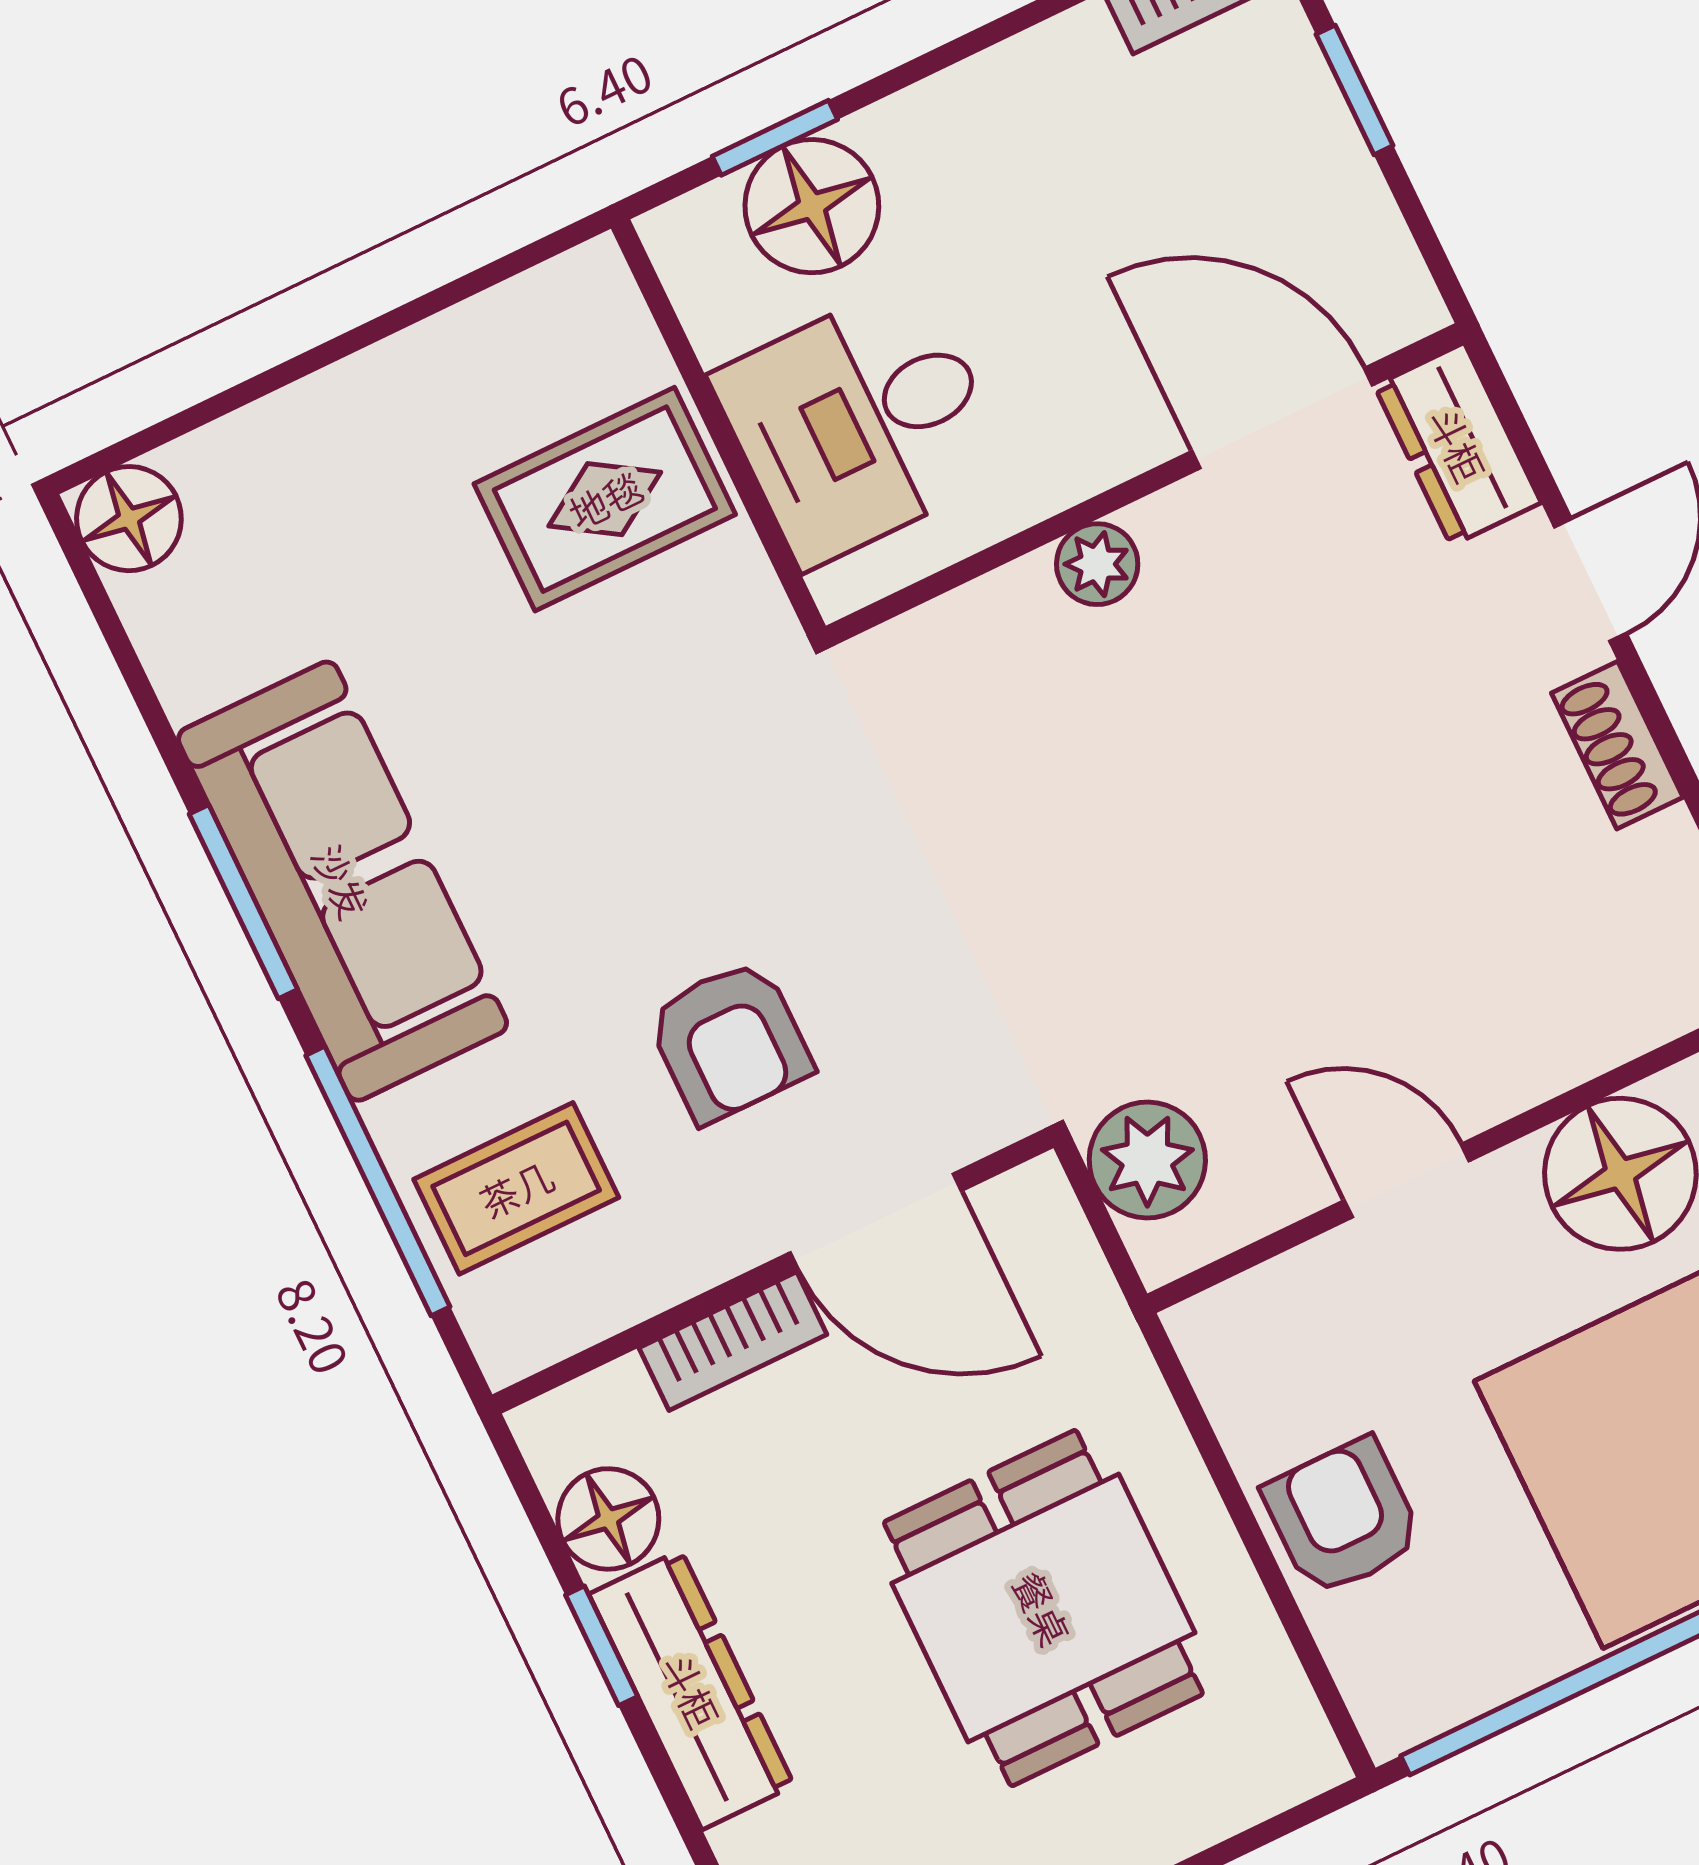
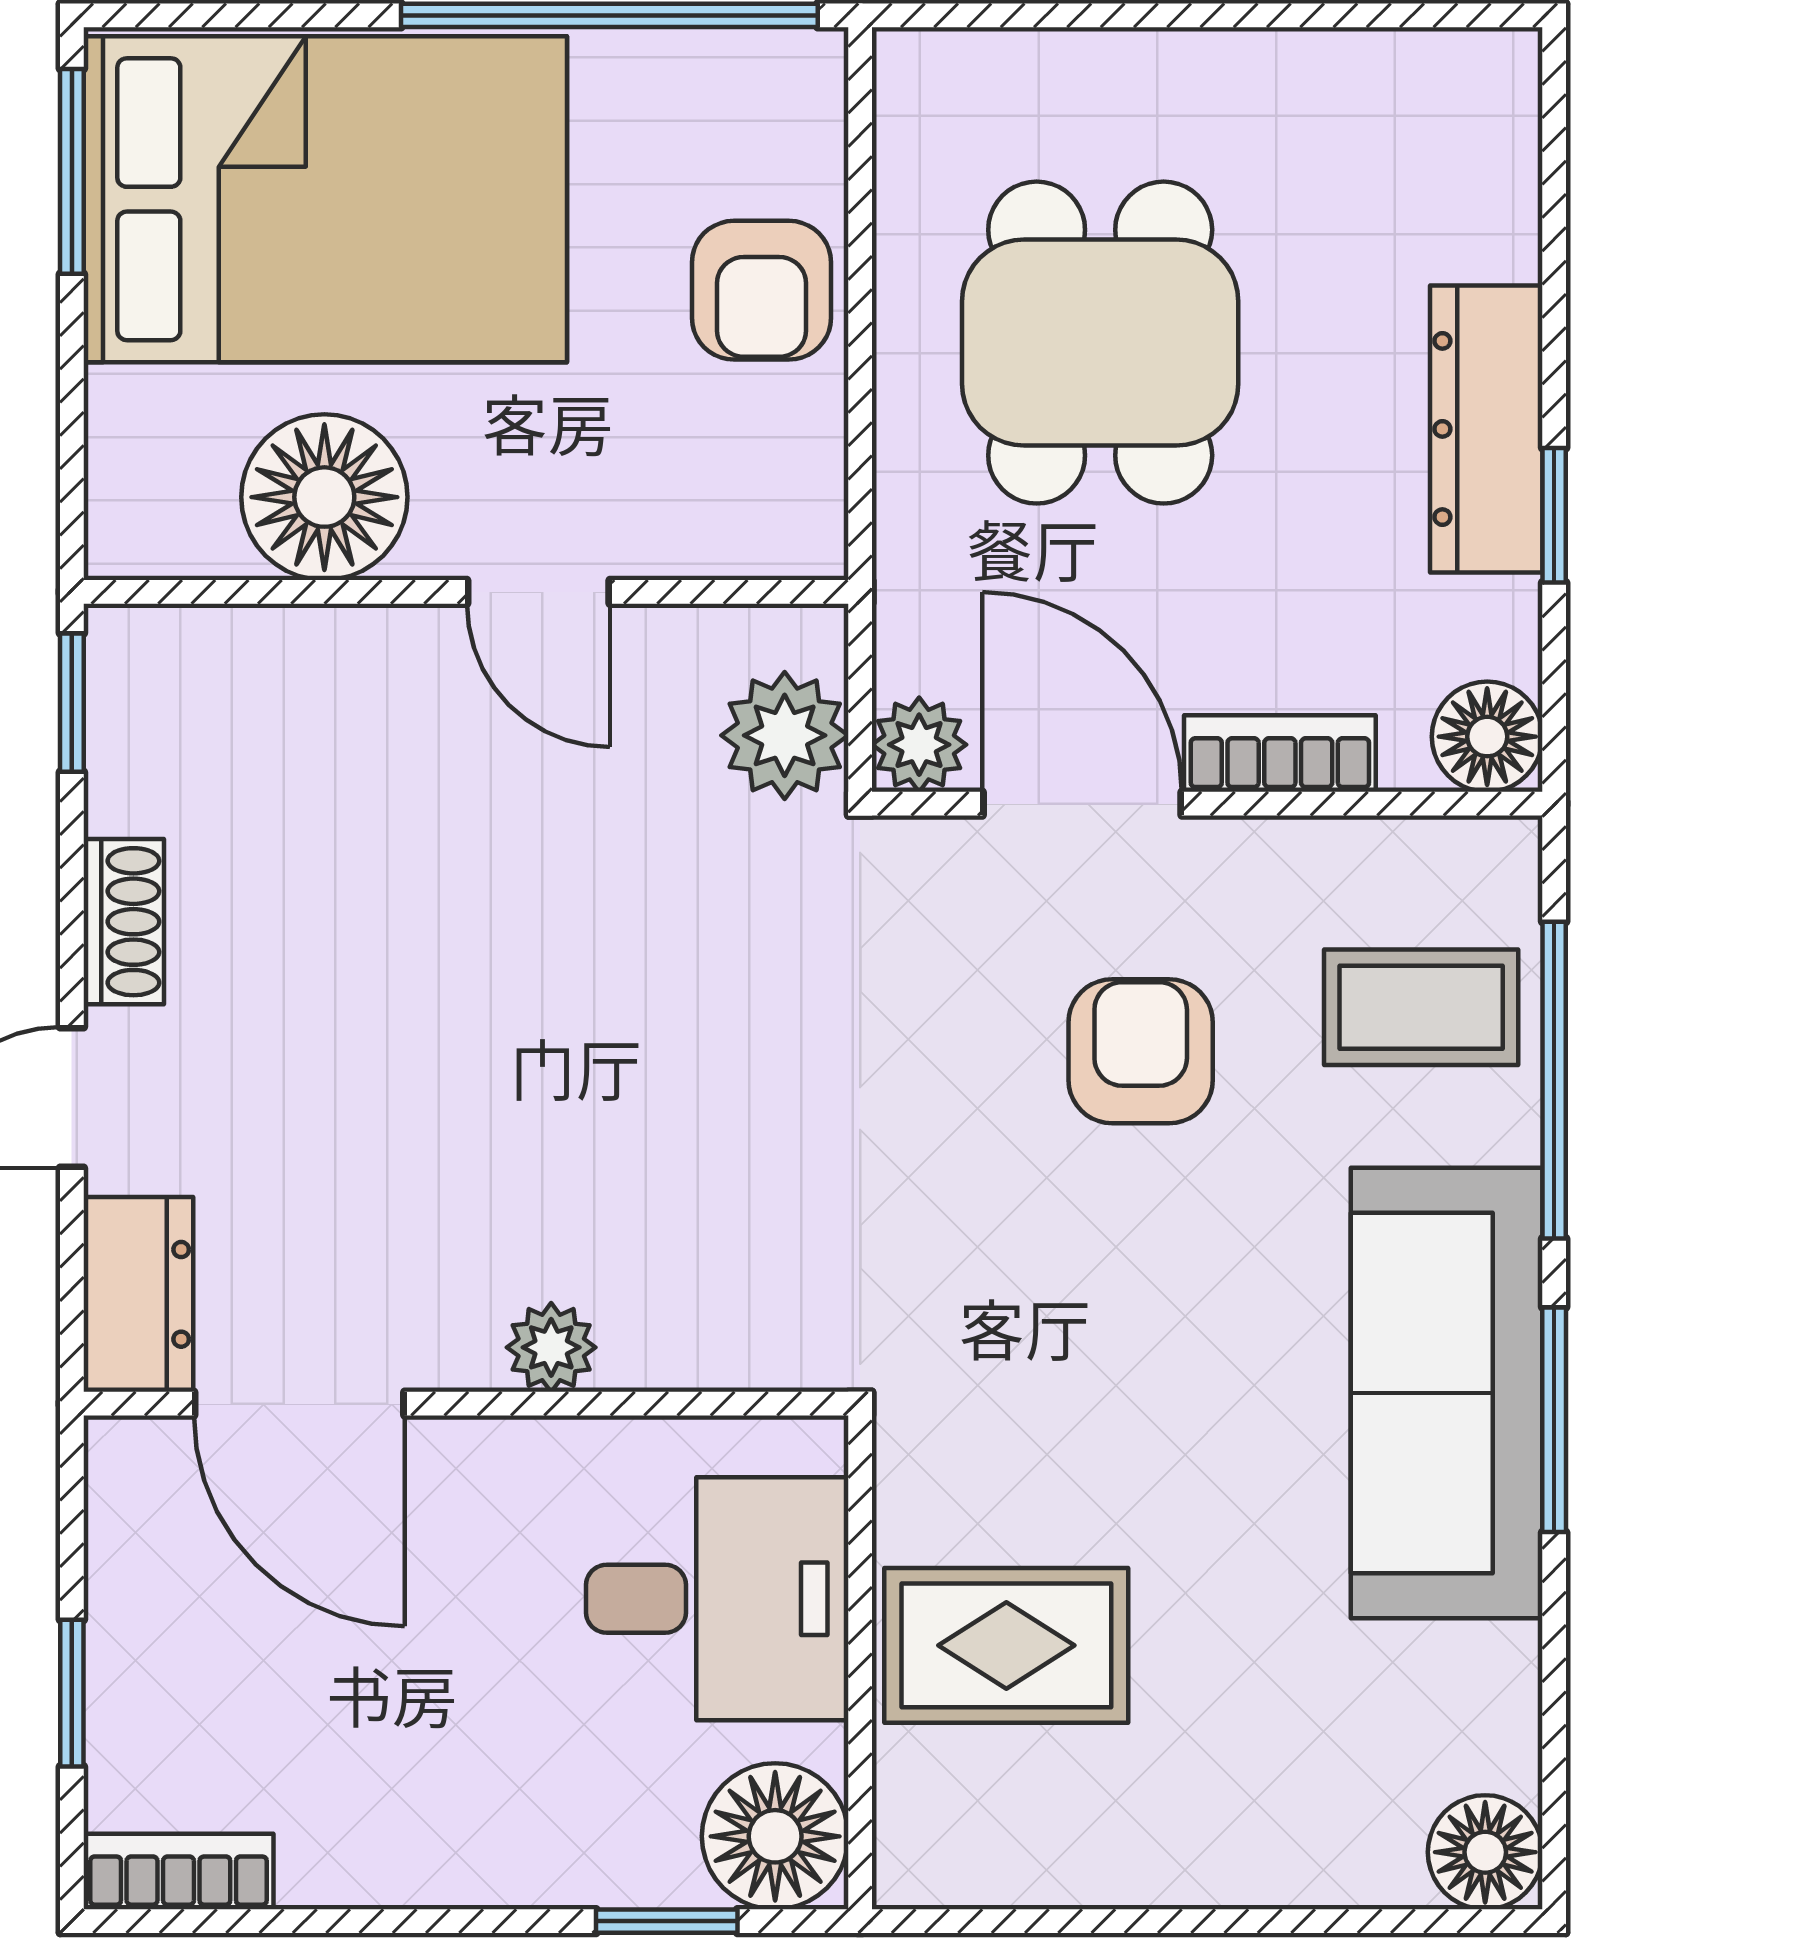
floor lamp: (812, 206) -> (775, 1836), moved
plant: (1033, 1206) -> (919, 745), added
floor lamp: (608, 1519) -> (1487, 737), moved

